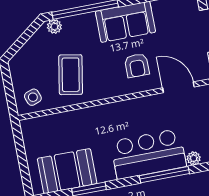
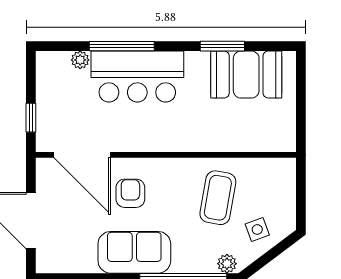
door: (178, 87) -> (82, 155), width x1.36
side table: (33, 97) -> (257, 229), moved

